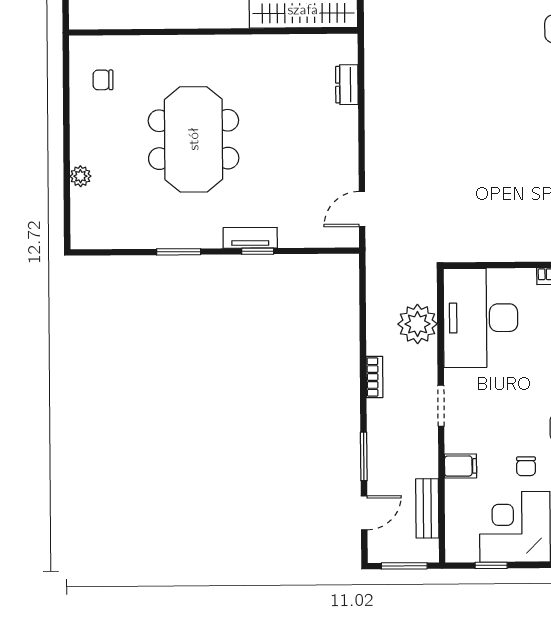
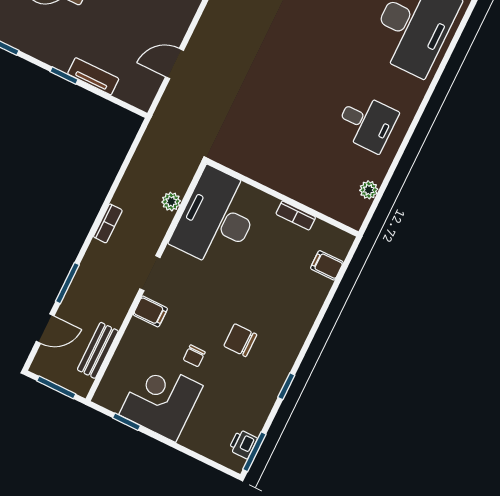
door: (362, 209) -> (174, 64), moved
tv unit: (250, 238) -> (93, 76), moved
plant: (418, 324) -> (171, 202), width x0.53, depth x0.53
filing cabinet: (460, 466) -> (150, 311), moved

